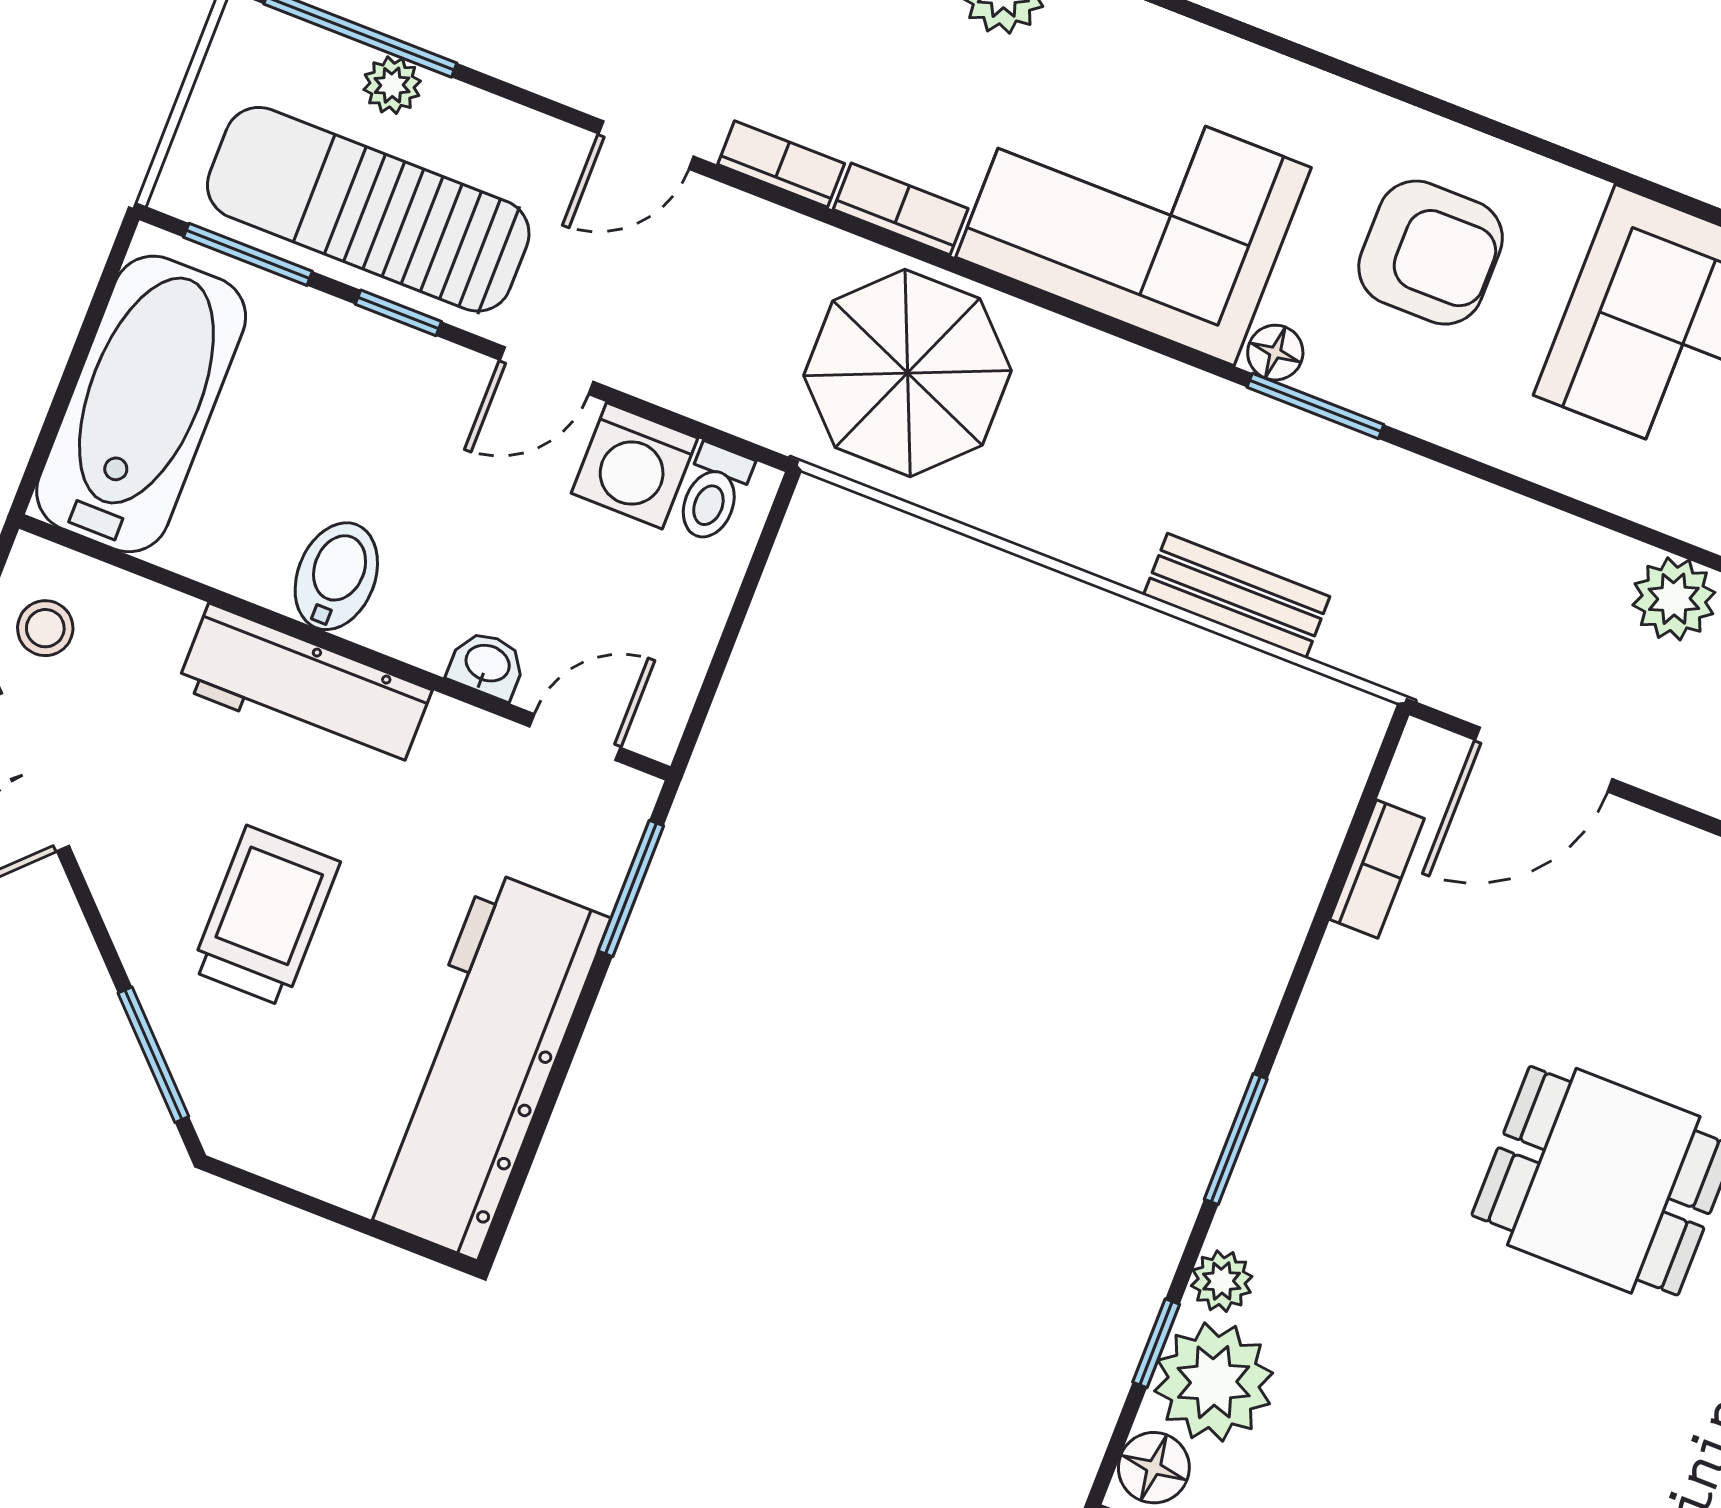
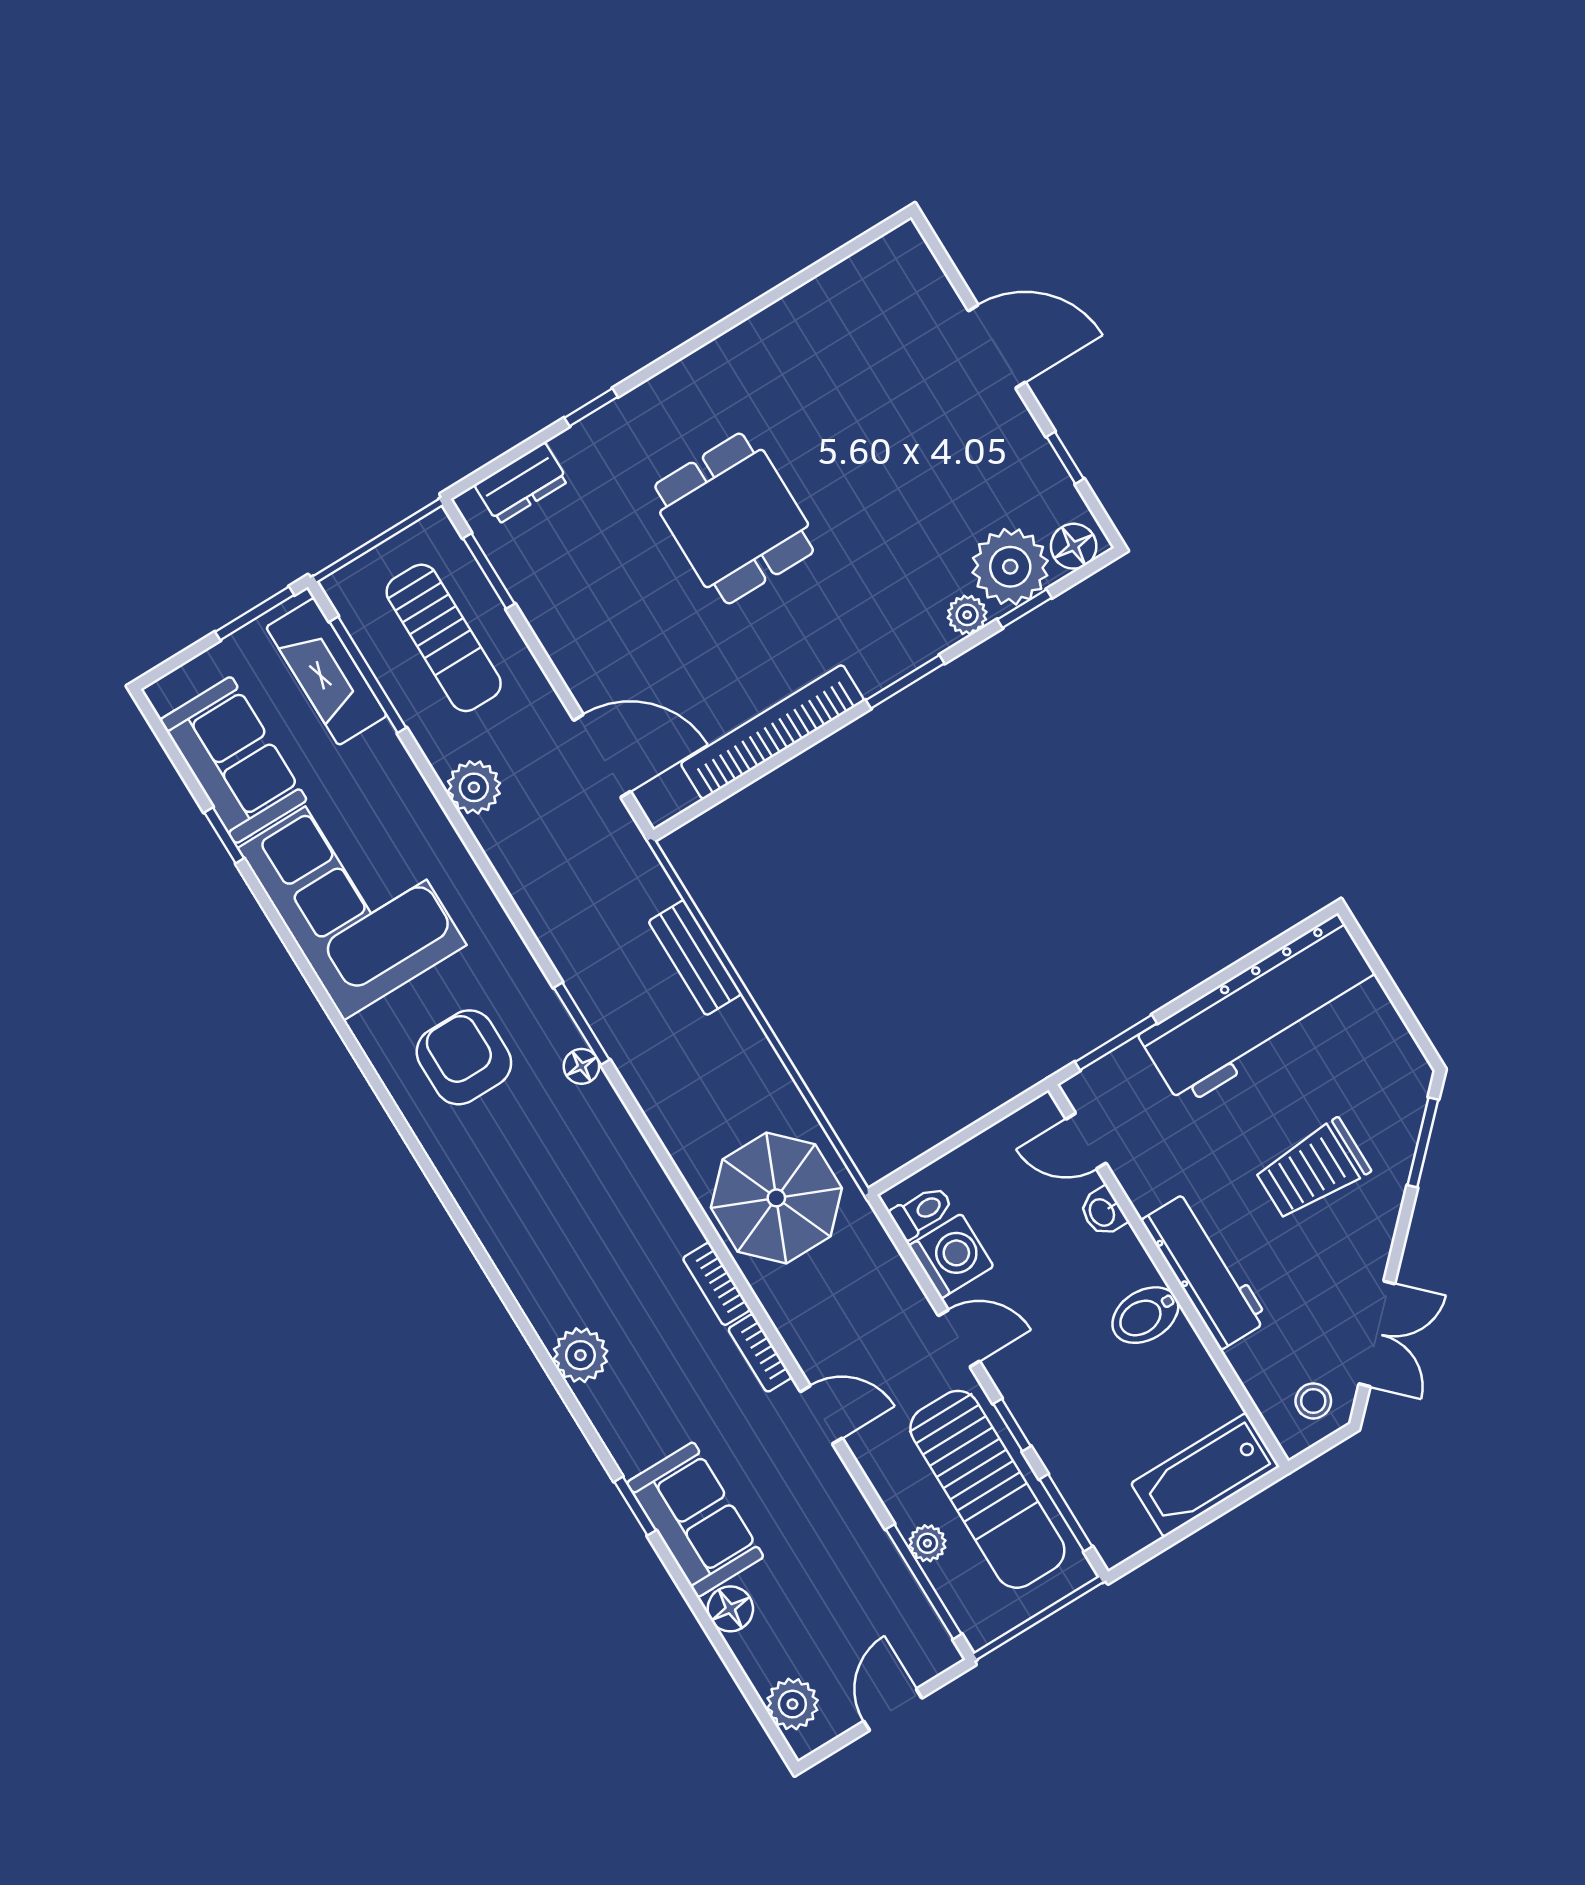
corner sofa: (1133, 212) -> (599, 1192), removed
bathtub: (141, 404) -> (1205, 1475), width x0.73, depth x0.73
bookcase: (1377, 869) -> (772, 732), width x2.31, depth x1.31

